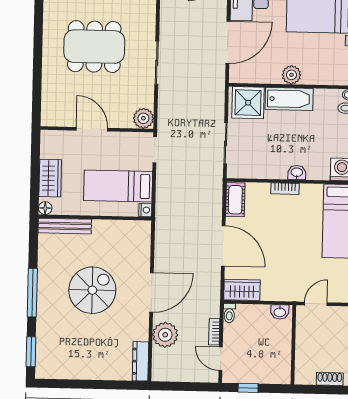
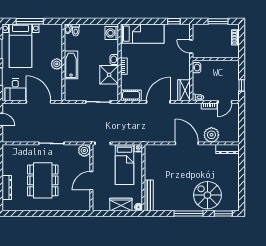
shower: (248, 103) -> (109, 75), moved
spiral stairs: (92, 290) -> (207, 195), moved

